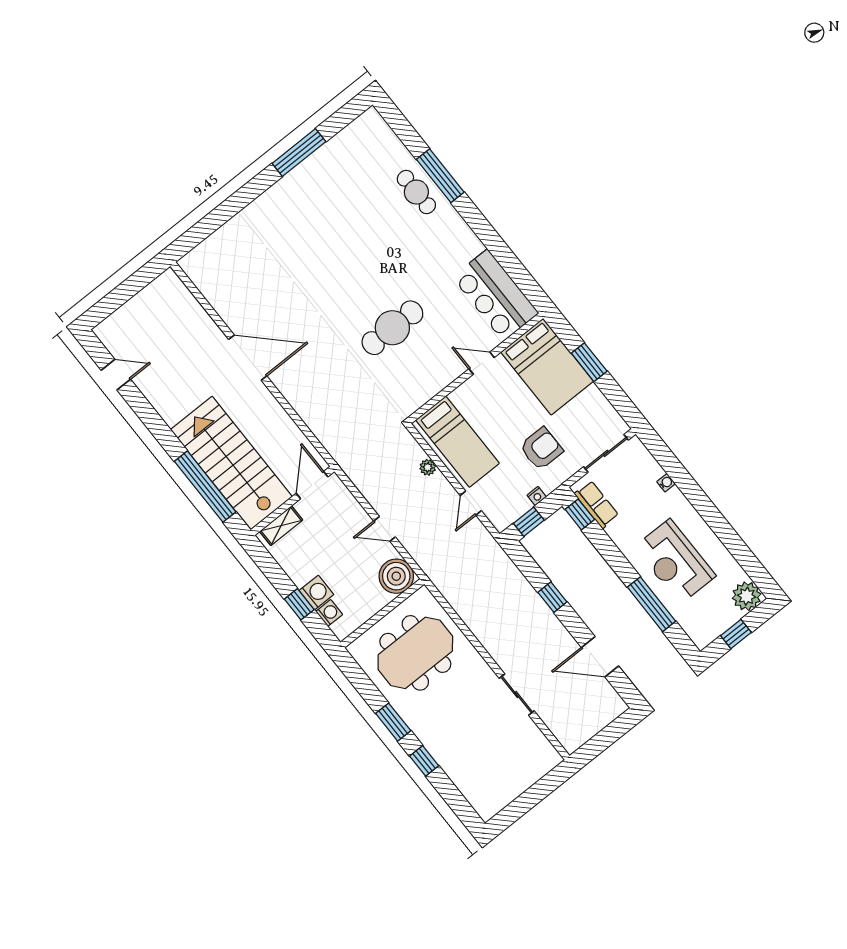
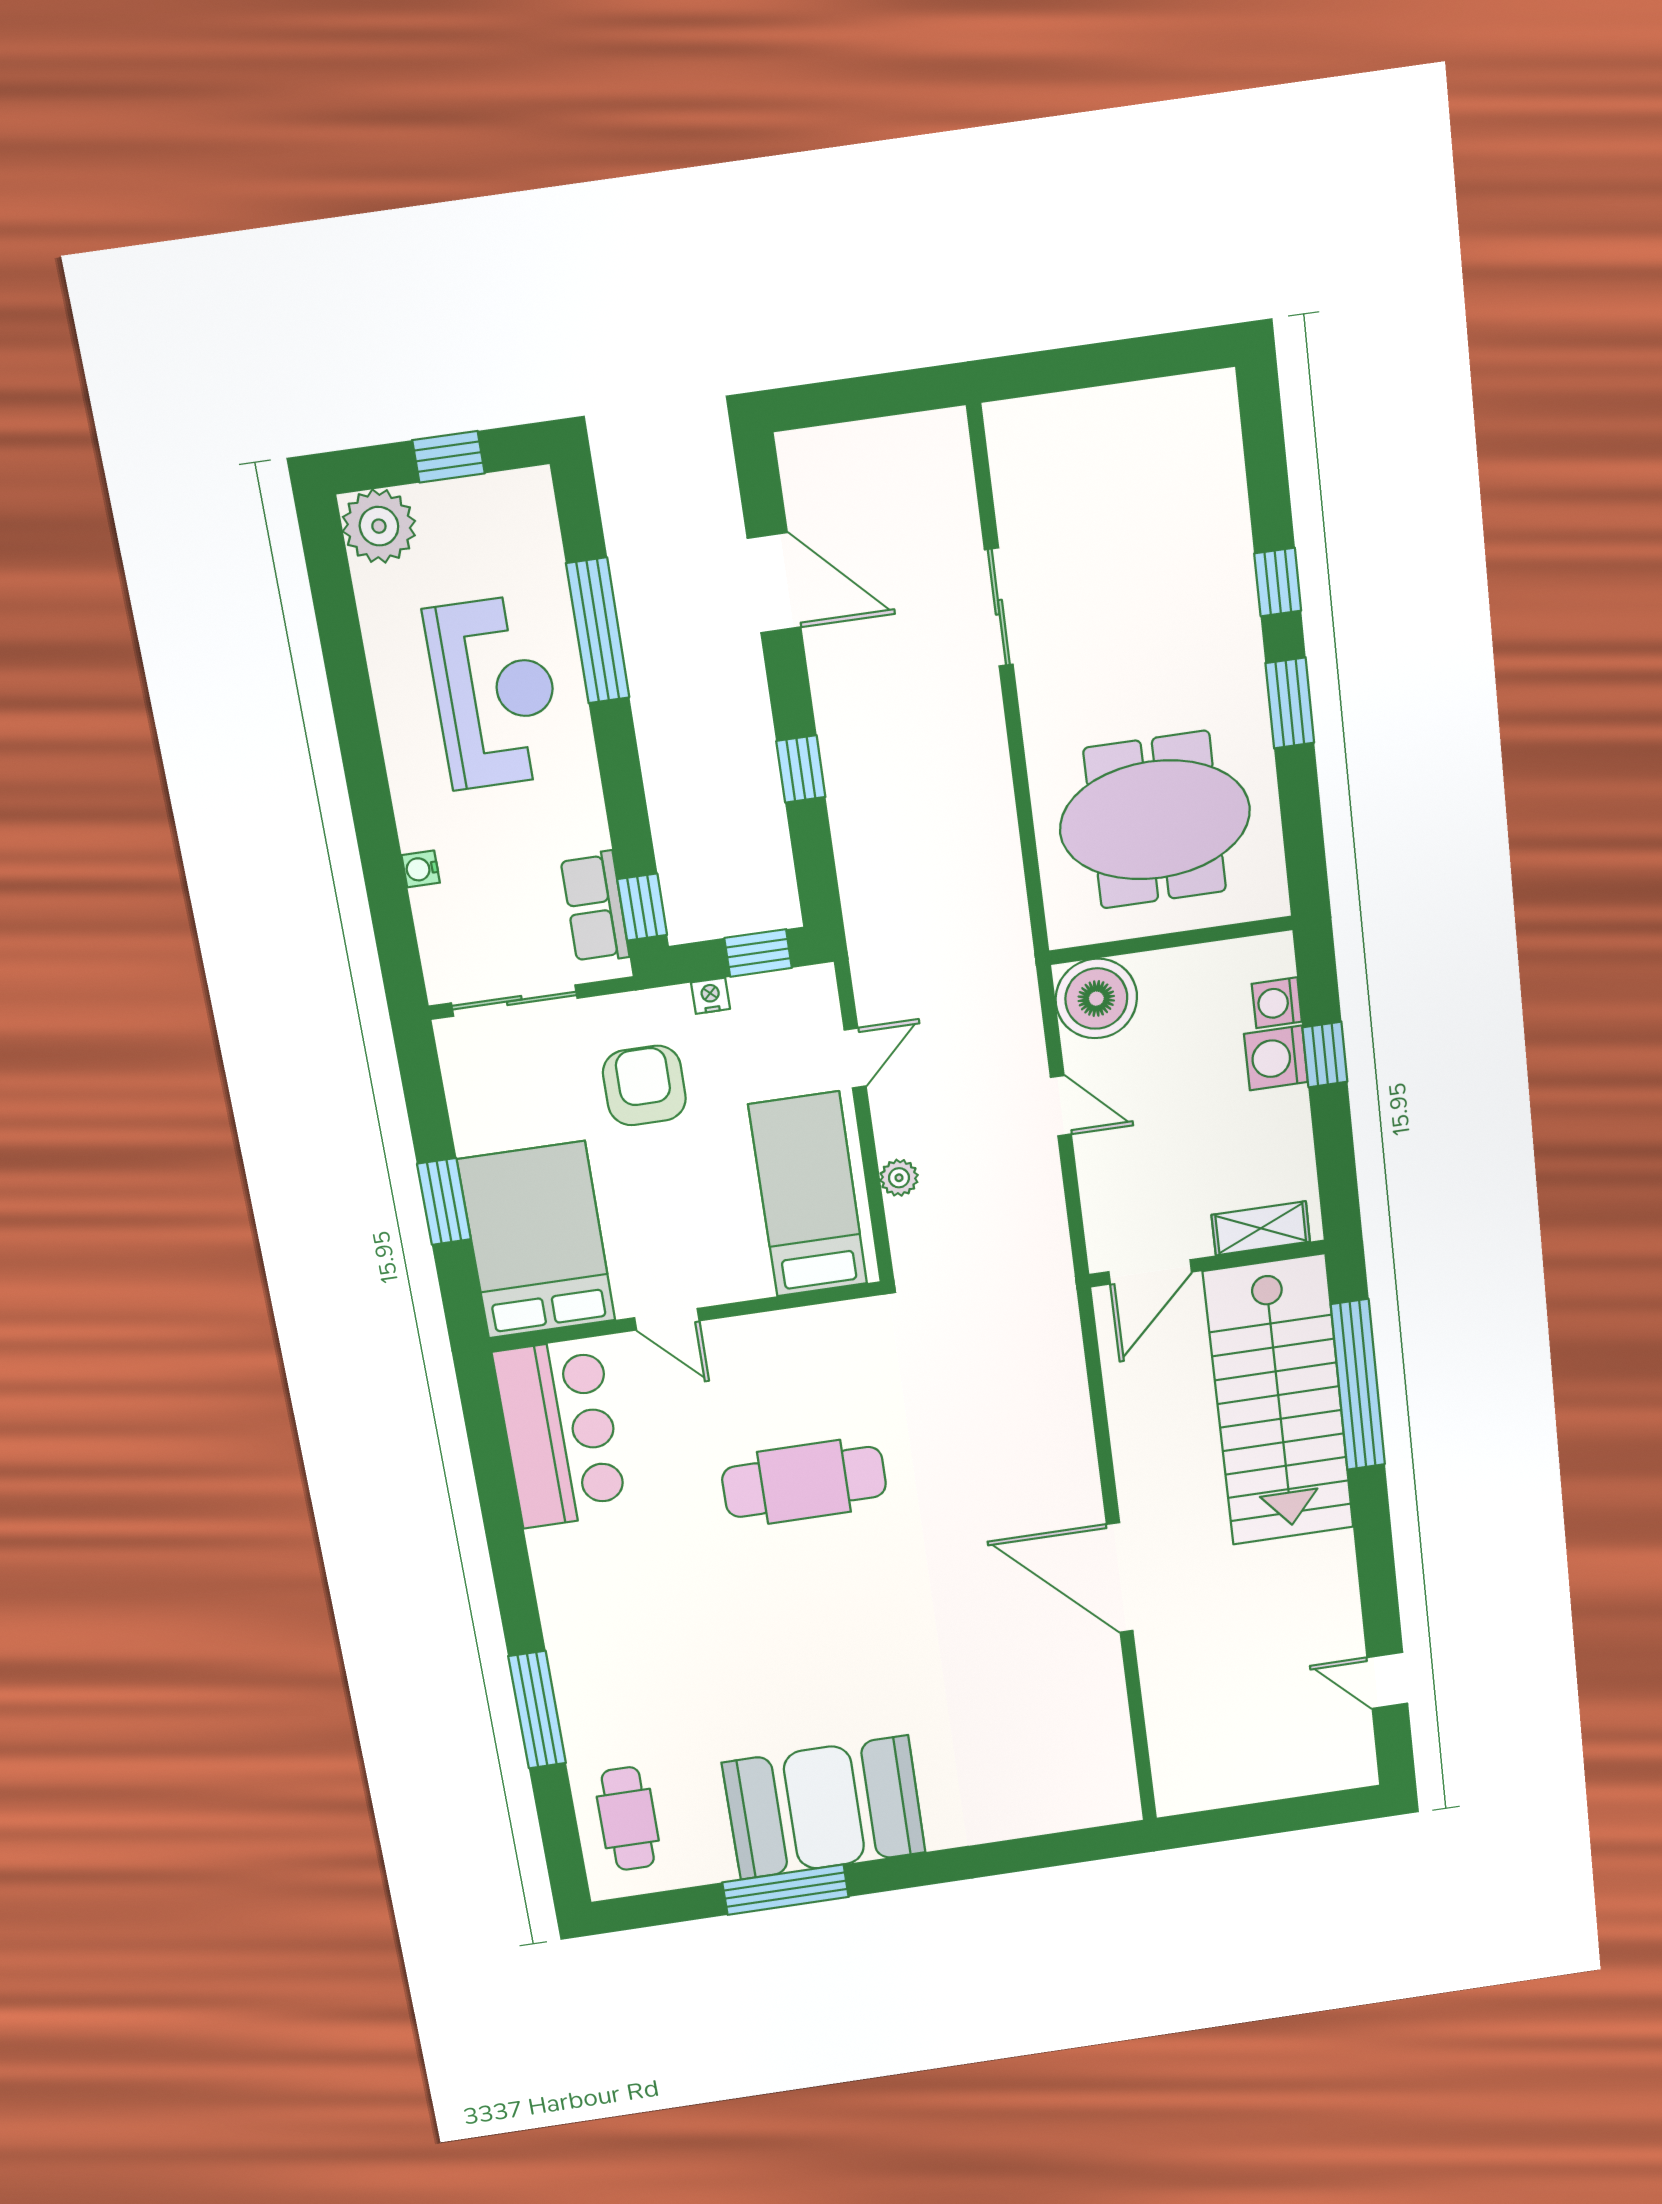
cafe table: (416, 192) -> (628, 1819), moved
booth: (305, 196) -> (824, 1808), added
armchair: (541, 449) -> (644, 1086), turned 90

